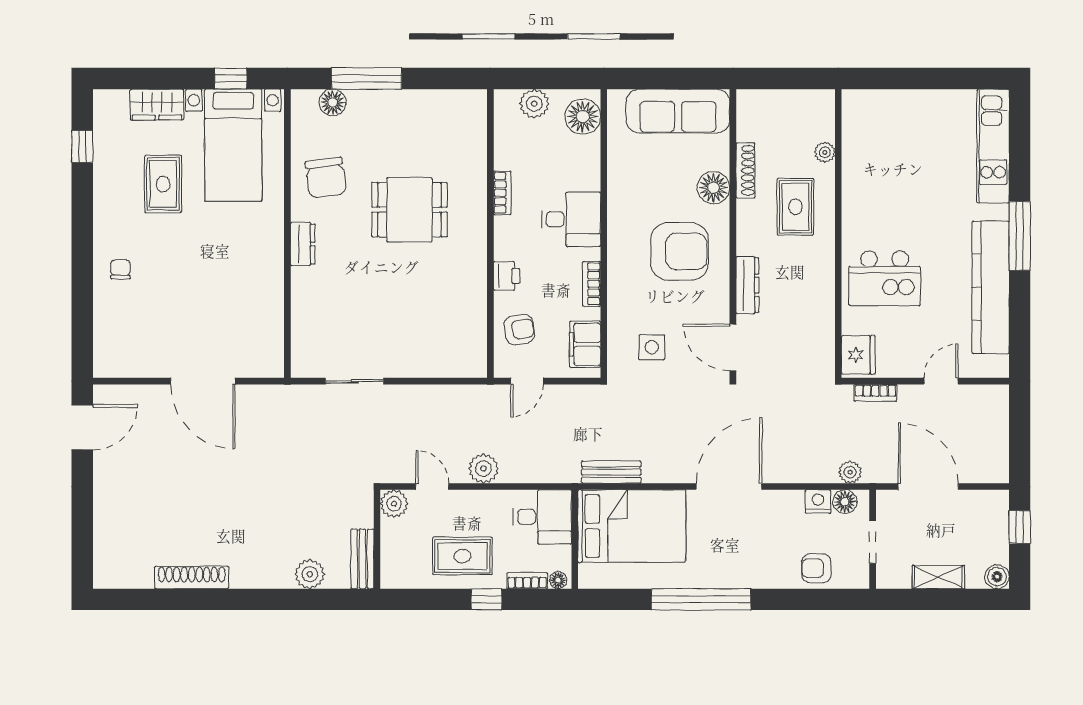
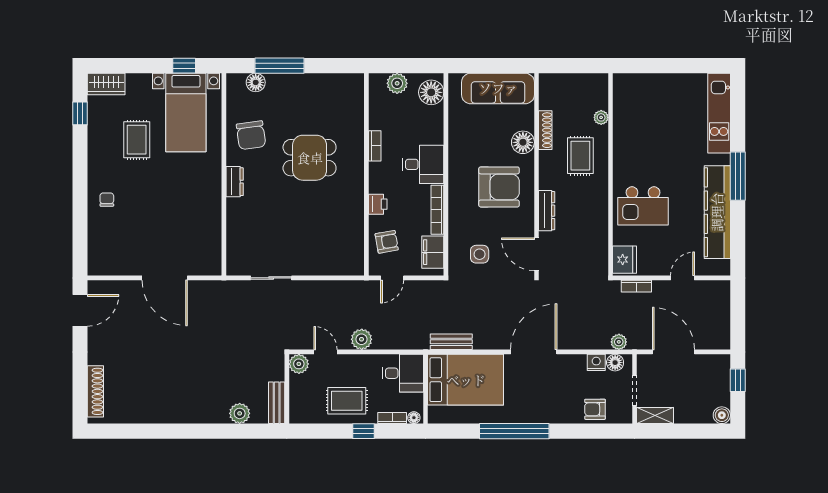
wardrobe: (157, 105) -> (106, 84), moved
bookcase: (592, 284) -> (437, 210), width x1.56
shoe rack: (192, 577) -> (95, 391), moved, turned 90
shelving: (938, 577) -> (655, 415), moved

